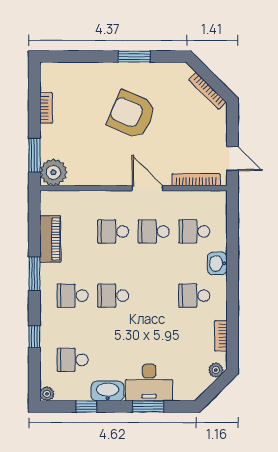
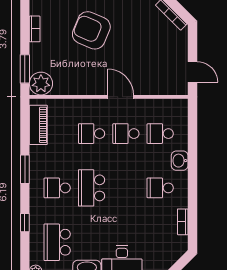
armchair: (132, 114) -> (91, 30), moved
bookcase: (196, 180) -> (162, 90), removed
piano: (50, 239) -> (38, 125), moved
school desk: (113, 296) -> (92, 188), width x1.85
school desk: (73, 360) -> (57, 242), width x1.85
plant: (216, 370) -> (179, 251), removed

